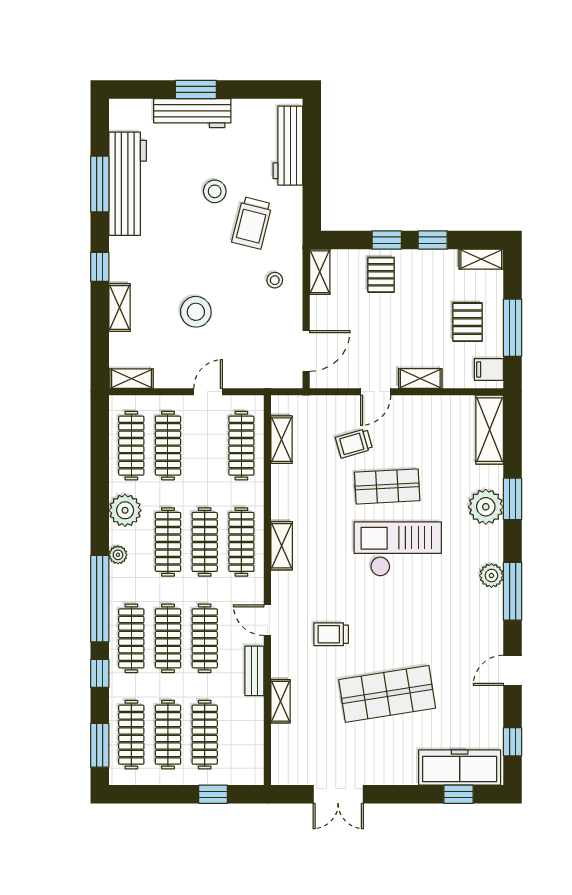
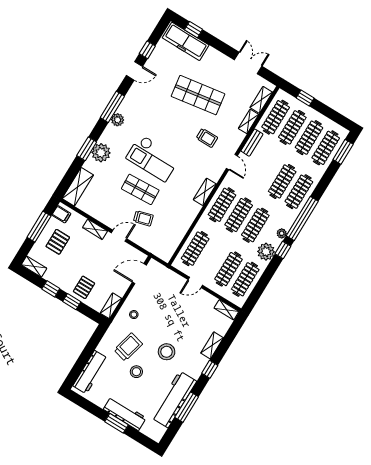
stool: (196, 312) -> (167, 352), moved
shelving: (281, 440) -> (261, 100), moved
clothes rail: (205, 638) -> (276, 117), moved
window: (100, 673) -> (283, 250), moved
window: (513, 742) -> (147, 50), moved

